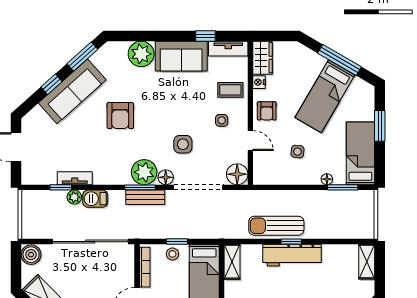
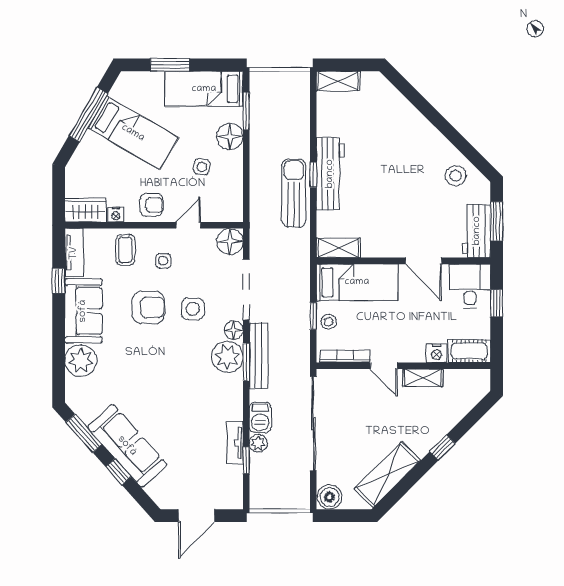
armchair: (120, 116) -> (148, 307), moved
floor lamp: (327, 179) -> (230, 137), width x1.89, depth x1.89
bench: (145, 197) -> (259, 356), width x1.36
sun lounger: (276, 226) -> (294, 193), turned 180

